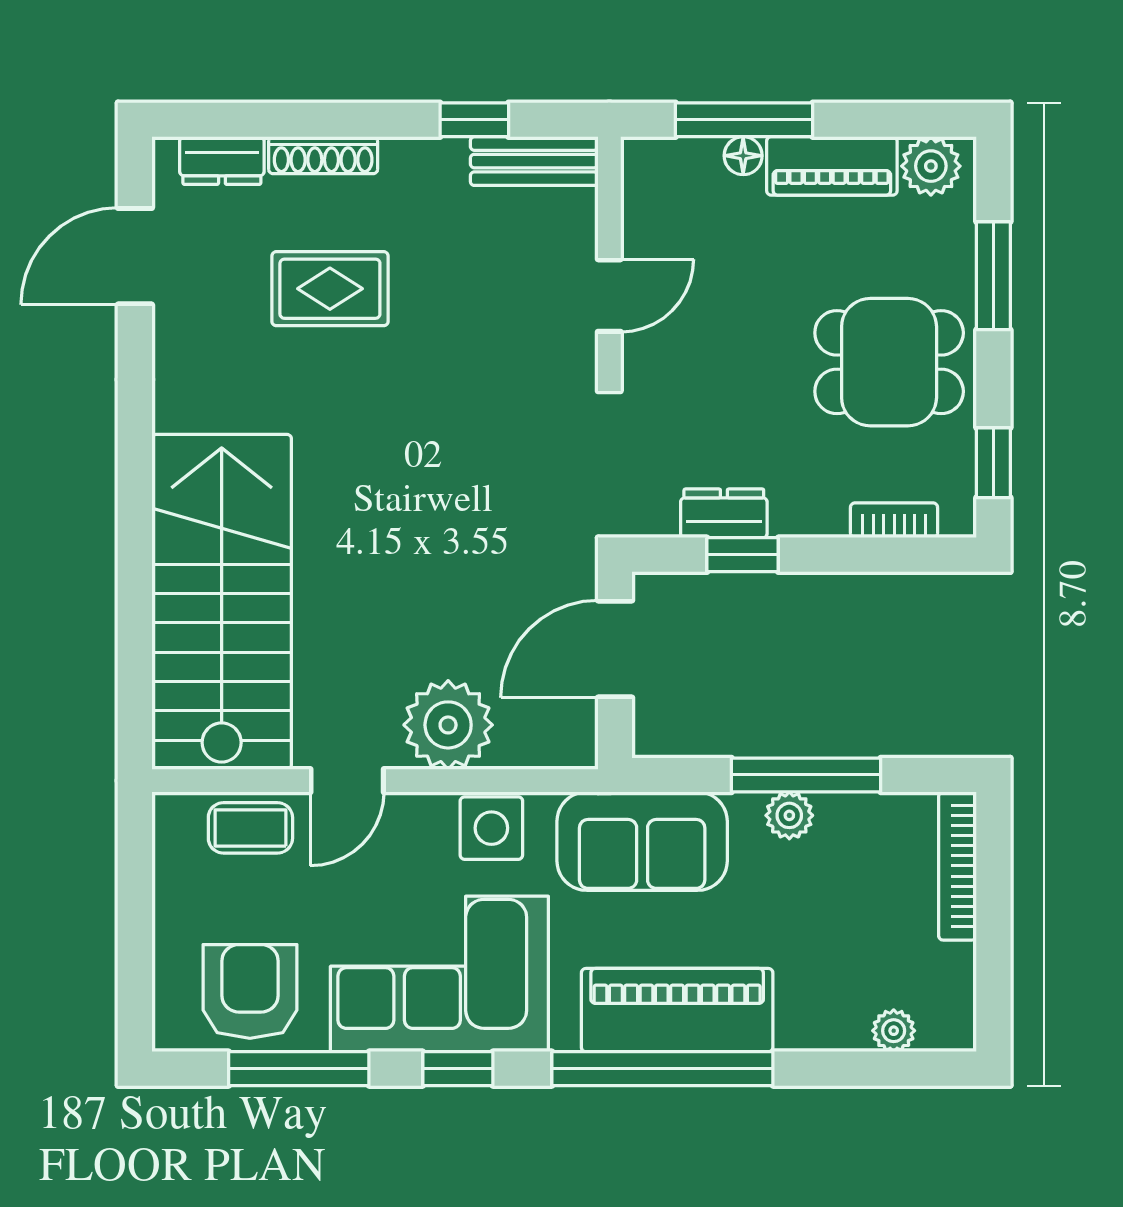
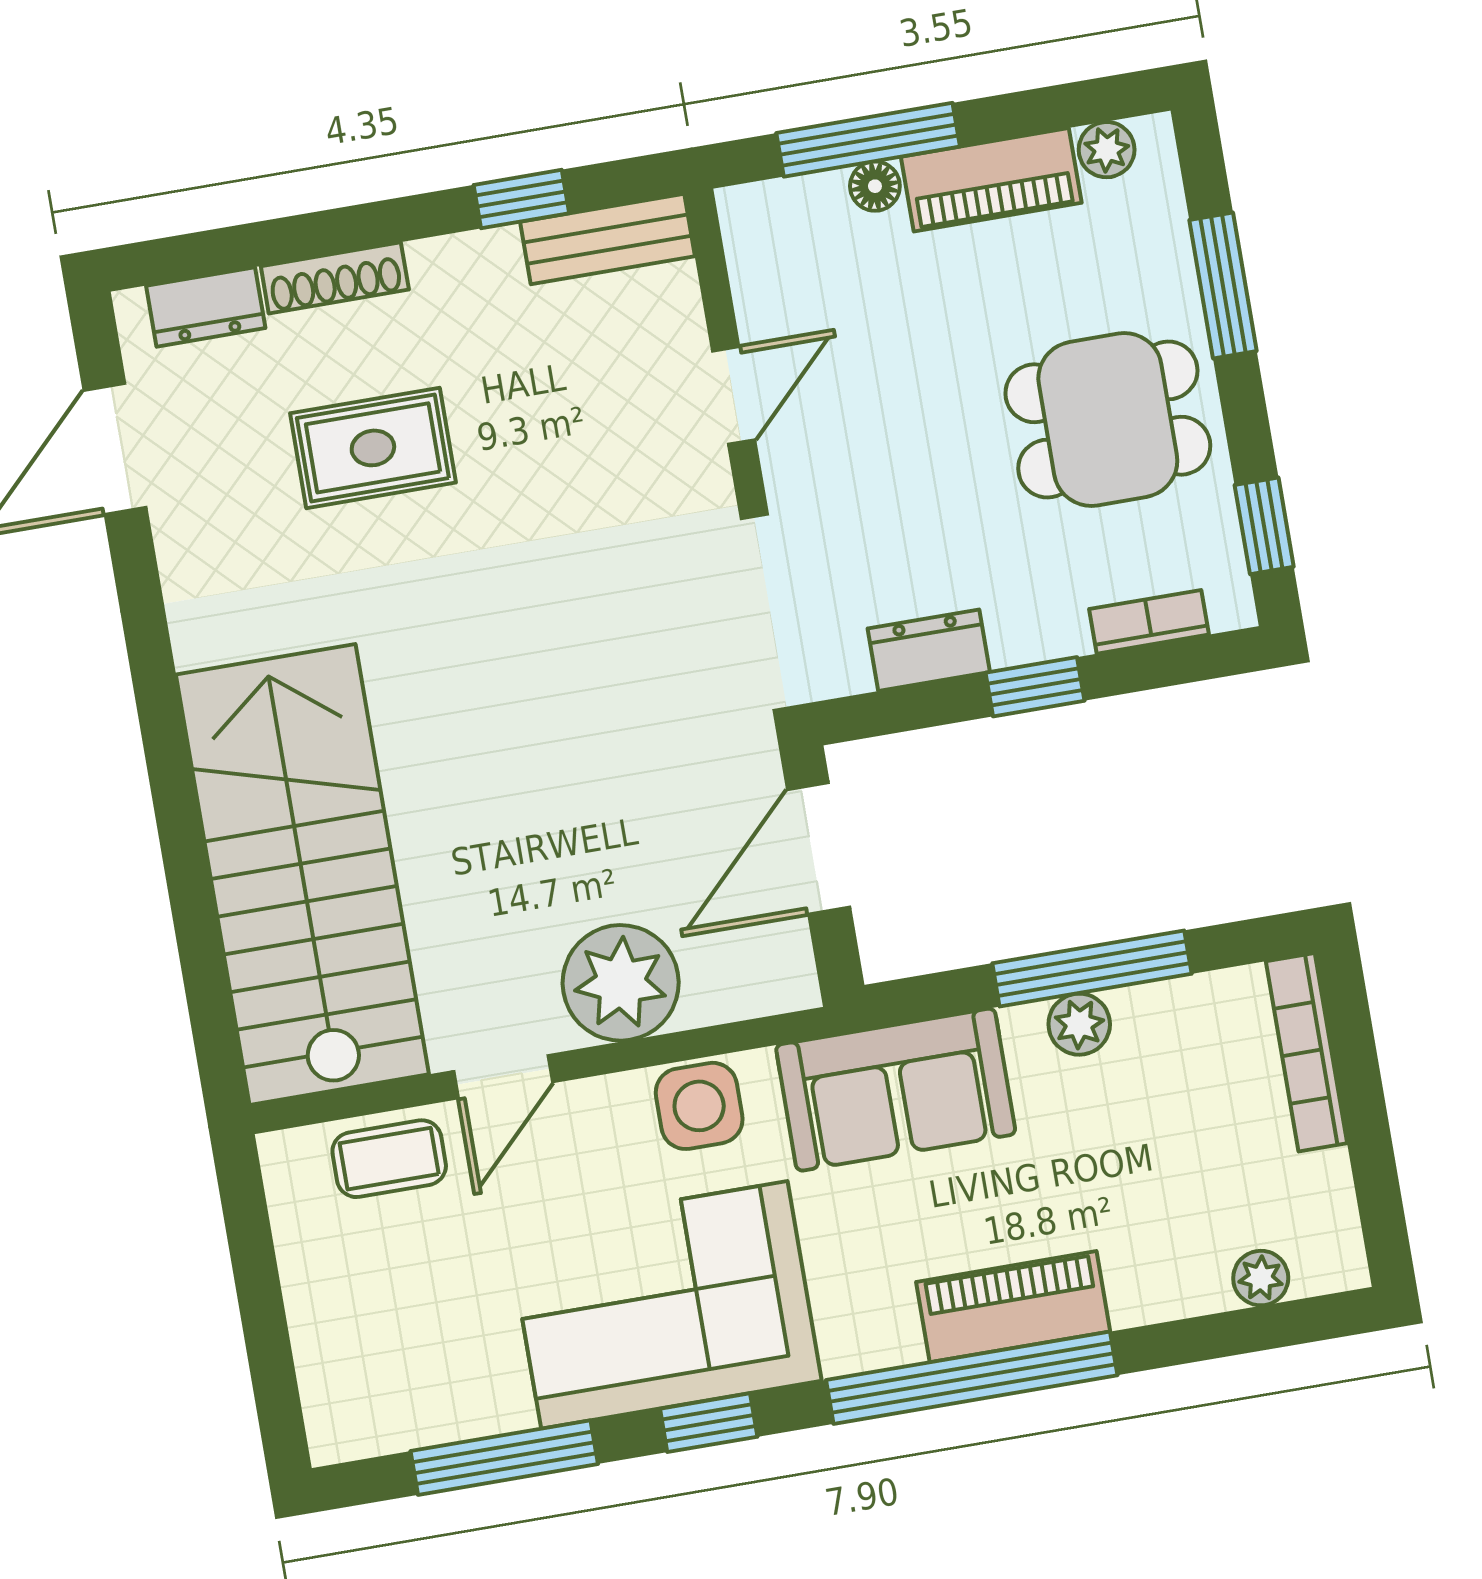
plant: (931, 166) -> (1107, 150), width x0.73, depth x0.73
window: (743, 555) -> (1035, 687), moved
armchair: (250, 991) -> (425, 1369), removed
piano: (677, 1010) -> (1013, 1307), width x0.73, depth x0.75

